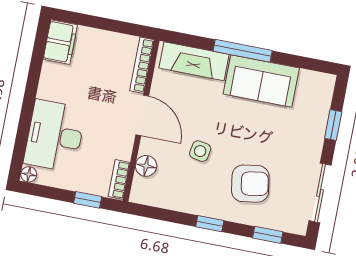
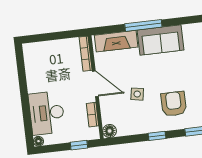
filing cabinet: (60, 42) -> (32, 55), removed
floor lamp: (146, 166) -> (110, 131), moved
bookcase: (119, 179) -> (92, 115), moved
armchair: (250, 184) -> (174, 104), turned -81

